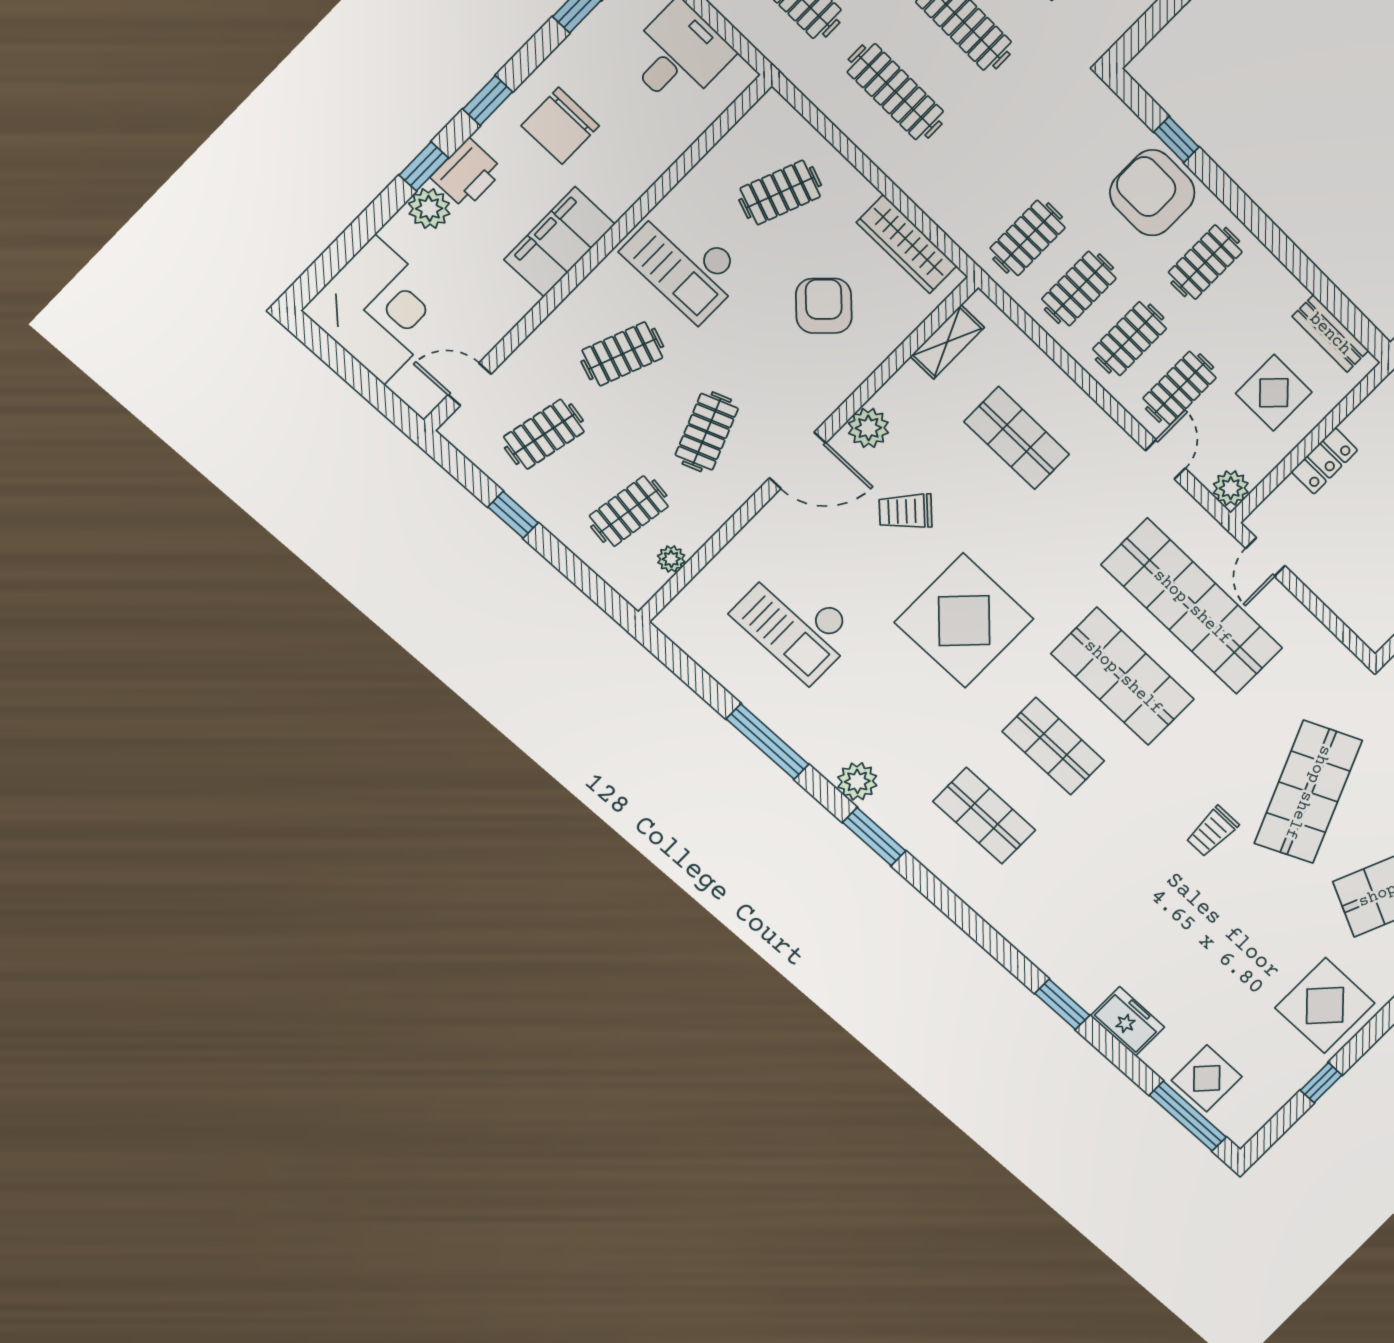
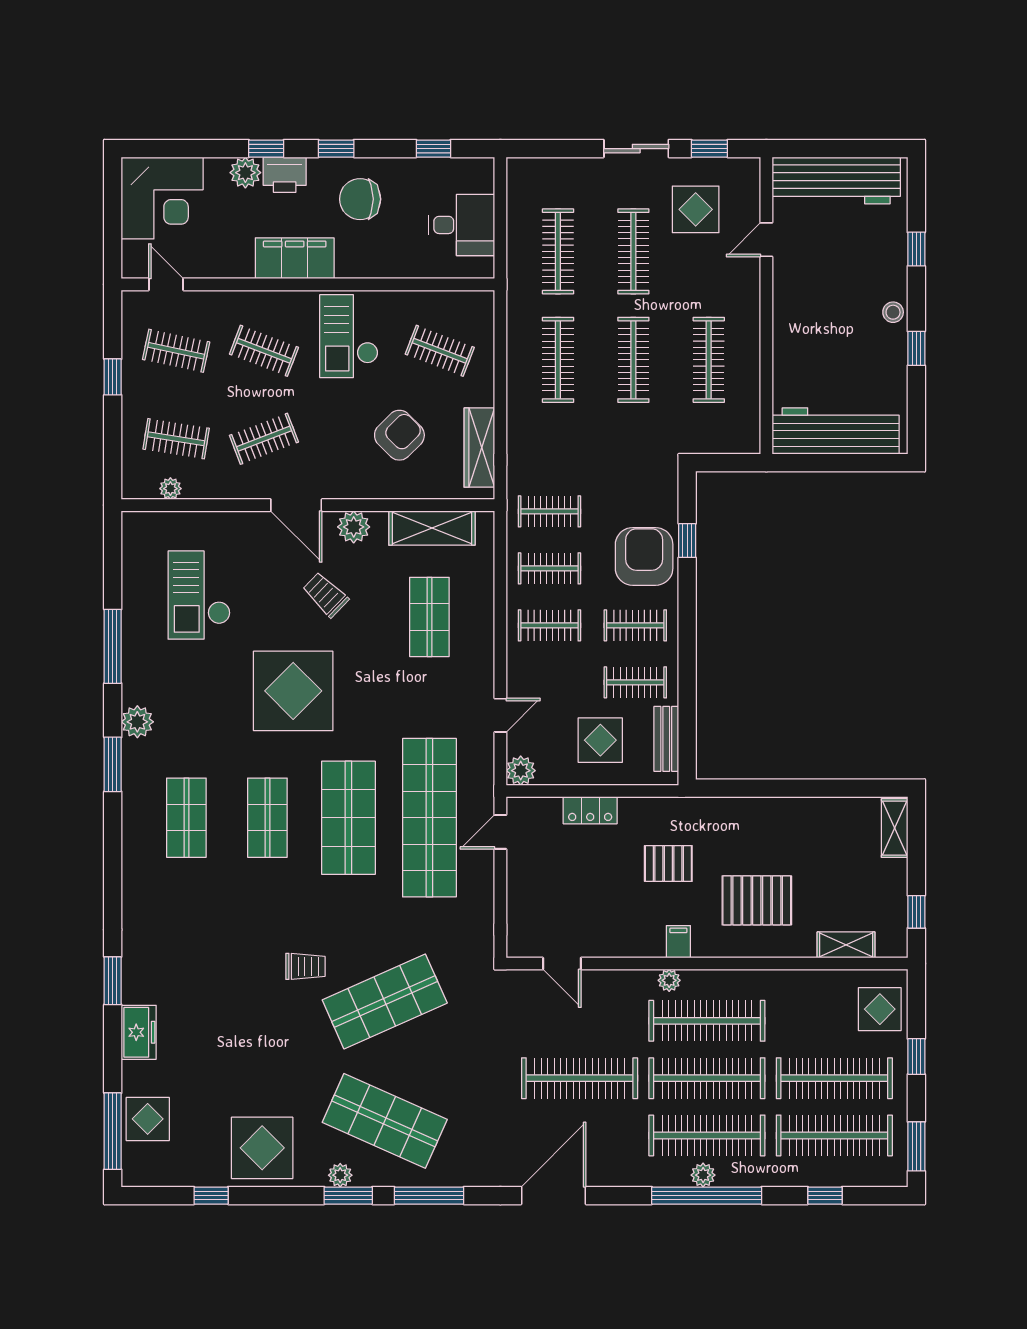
shelving: (947, 342) -> (432, 528), width x1.50, depth x1.33
clothes rail: (1180, 388) -> (635, 682), moved
trolley: (1212, 831) -> (305, 966), turned 180

